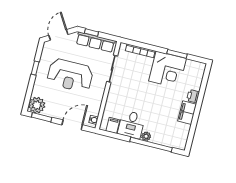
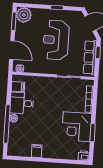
printer: (193, 96) -> (84, 156), moved
filing cabinet: (187, 113) -> (37, 151), width x0.50

